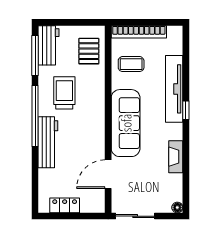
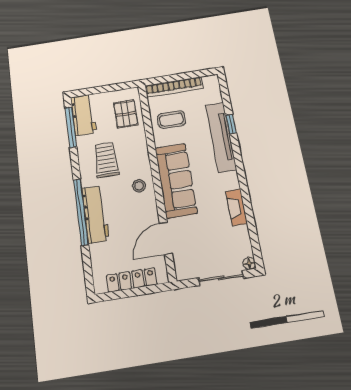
window: (186, 110) -> (231, 124), moved
window: (35, 116) -> (81, 212), moved
stool: (91, 123) -> (139, 186), added
locker: (65, 205) -> (132, 280), width x1.53
sliding door: (135, 216) -> (221, 278), moved

